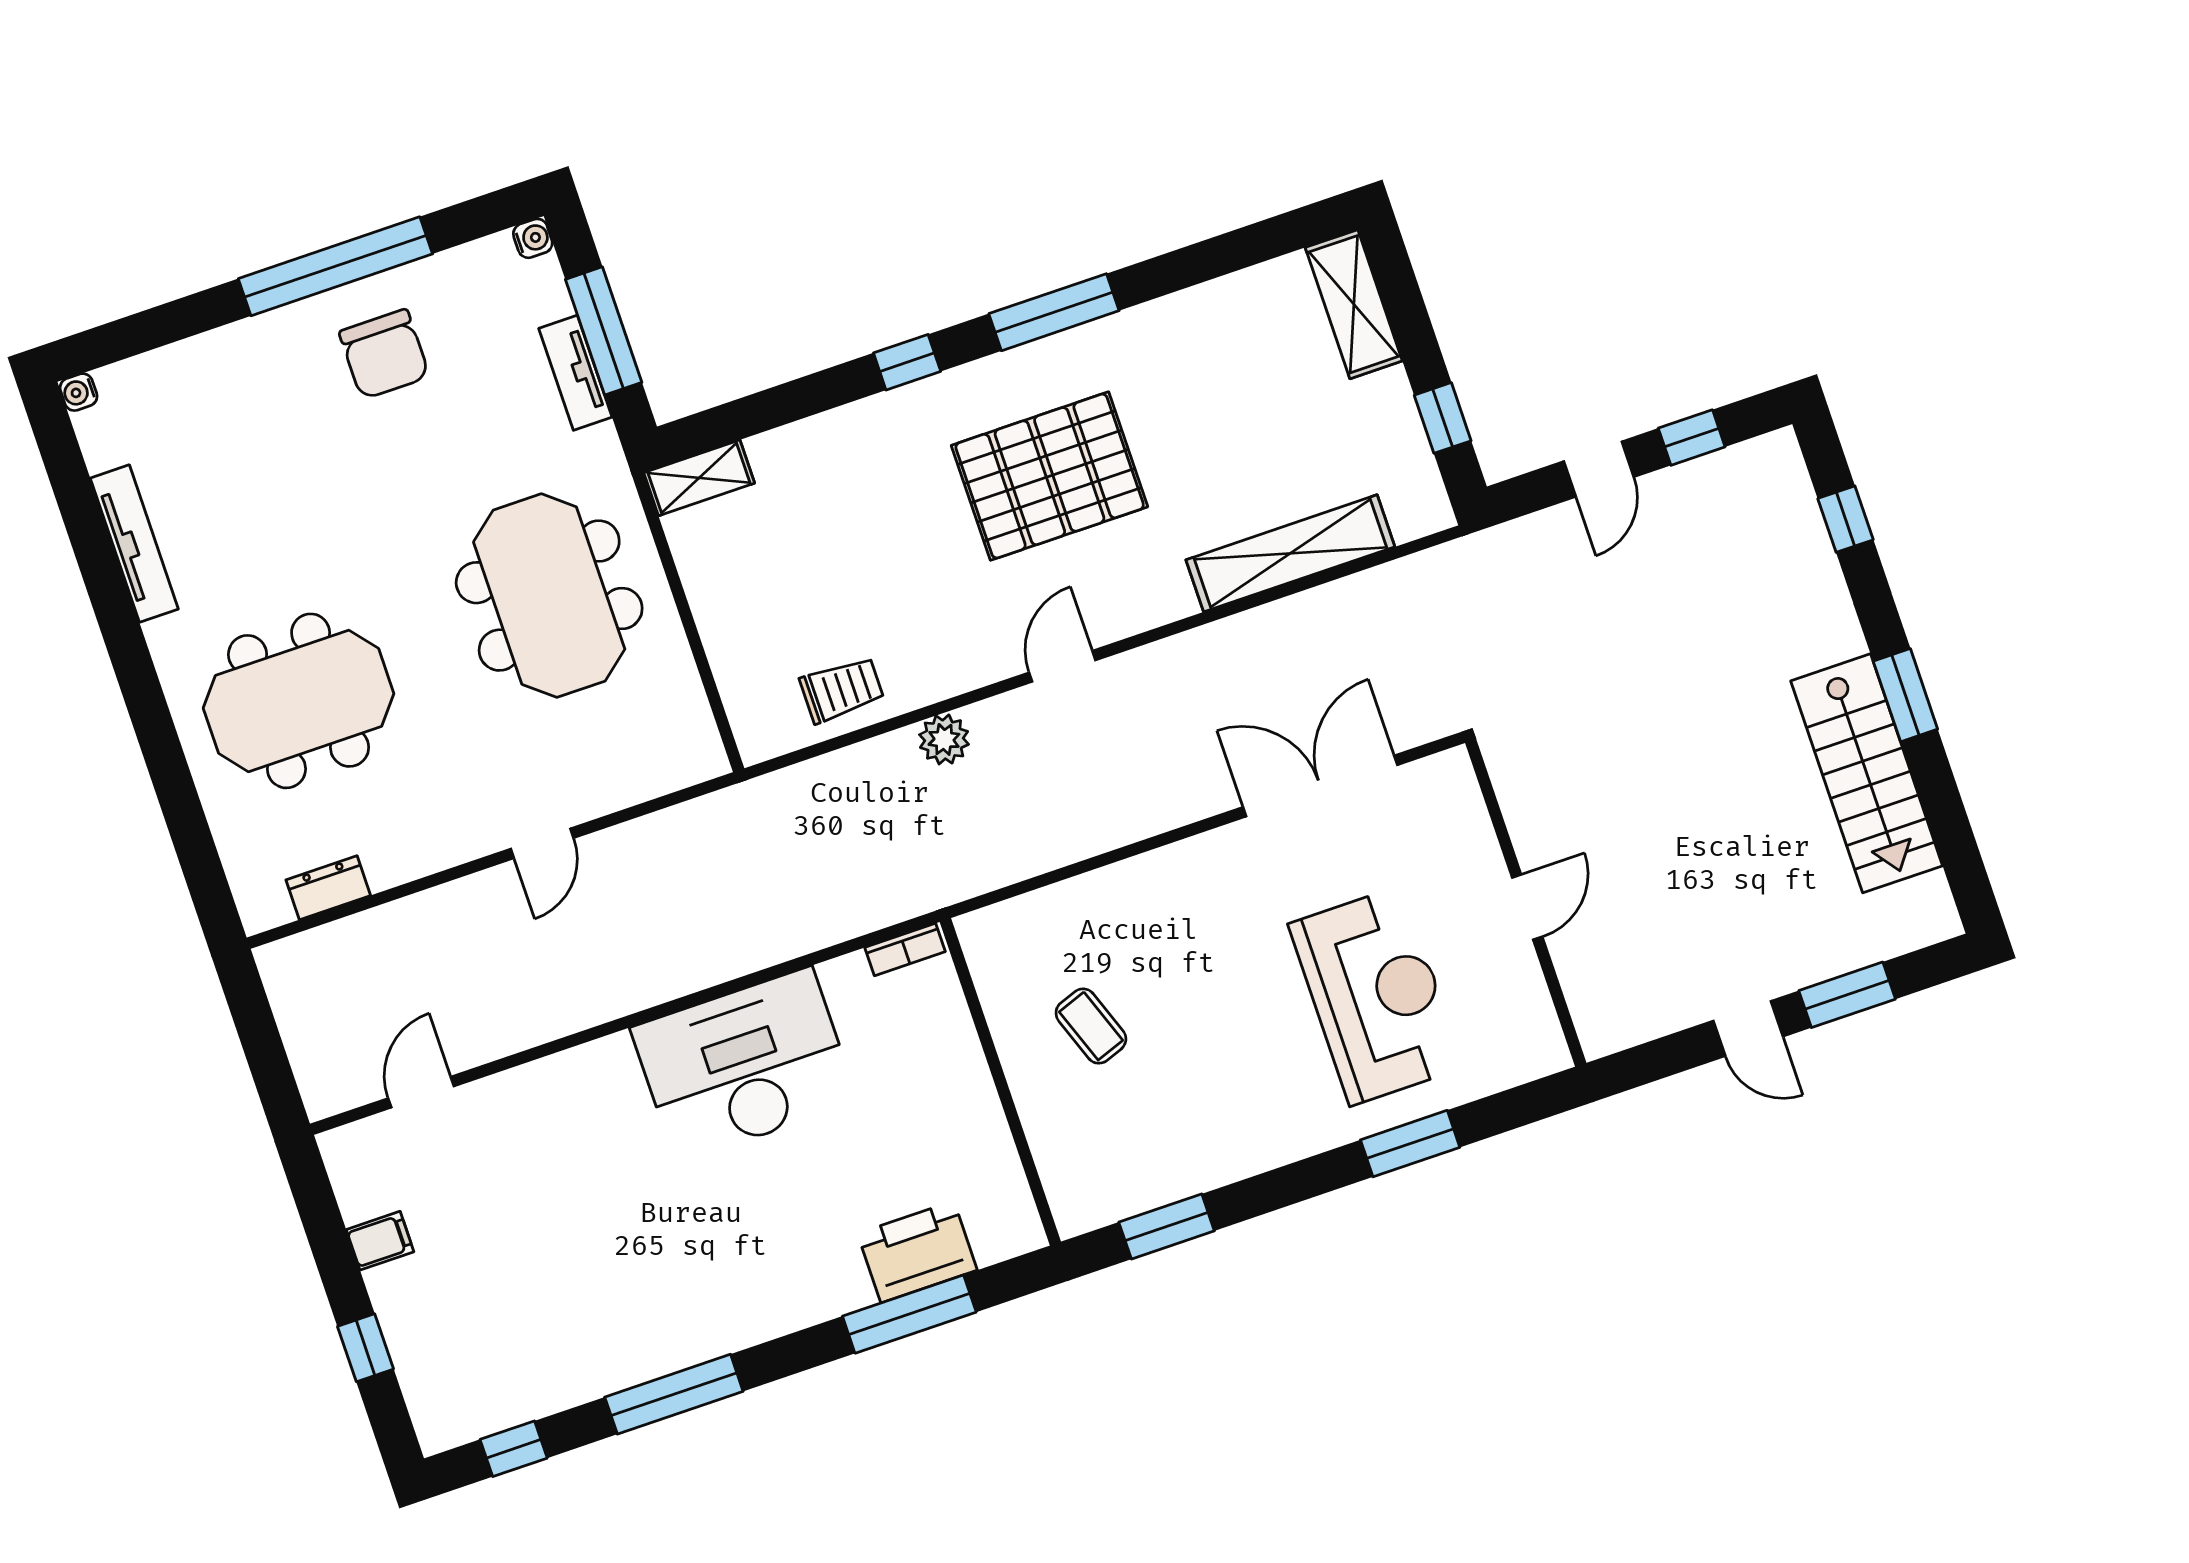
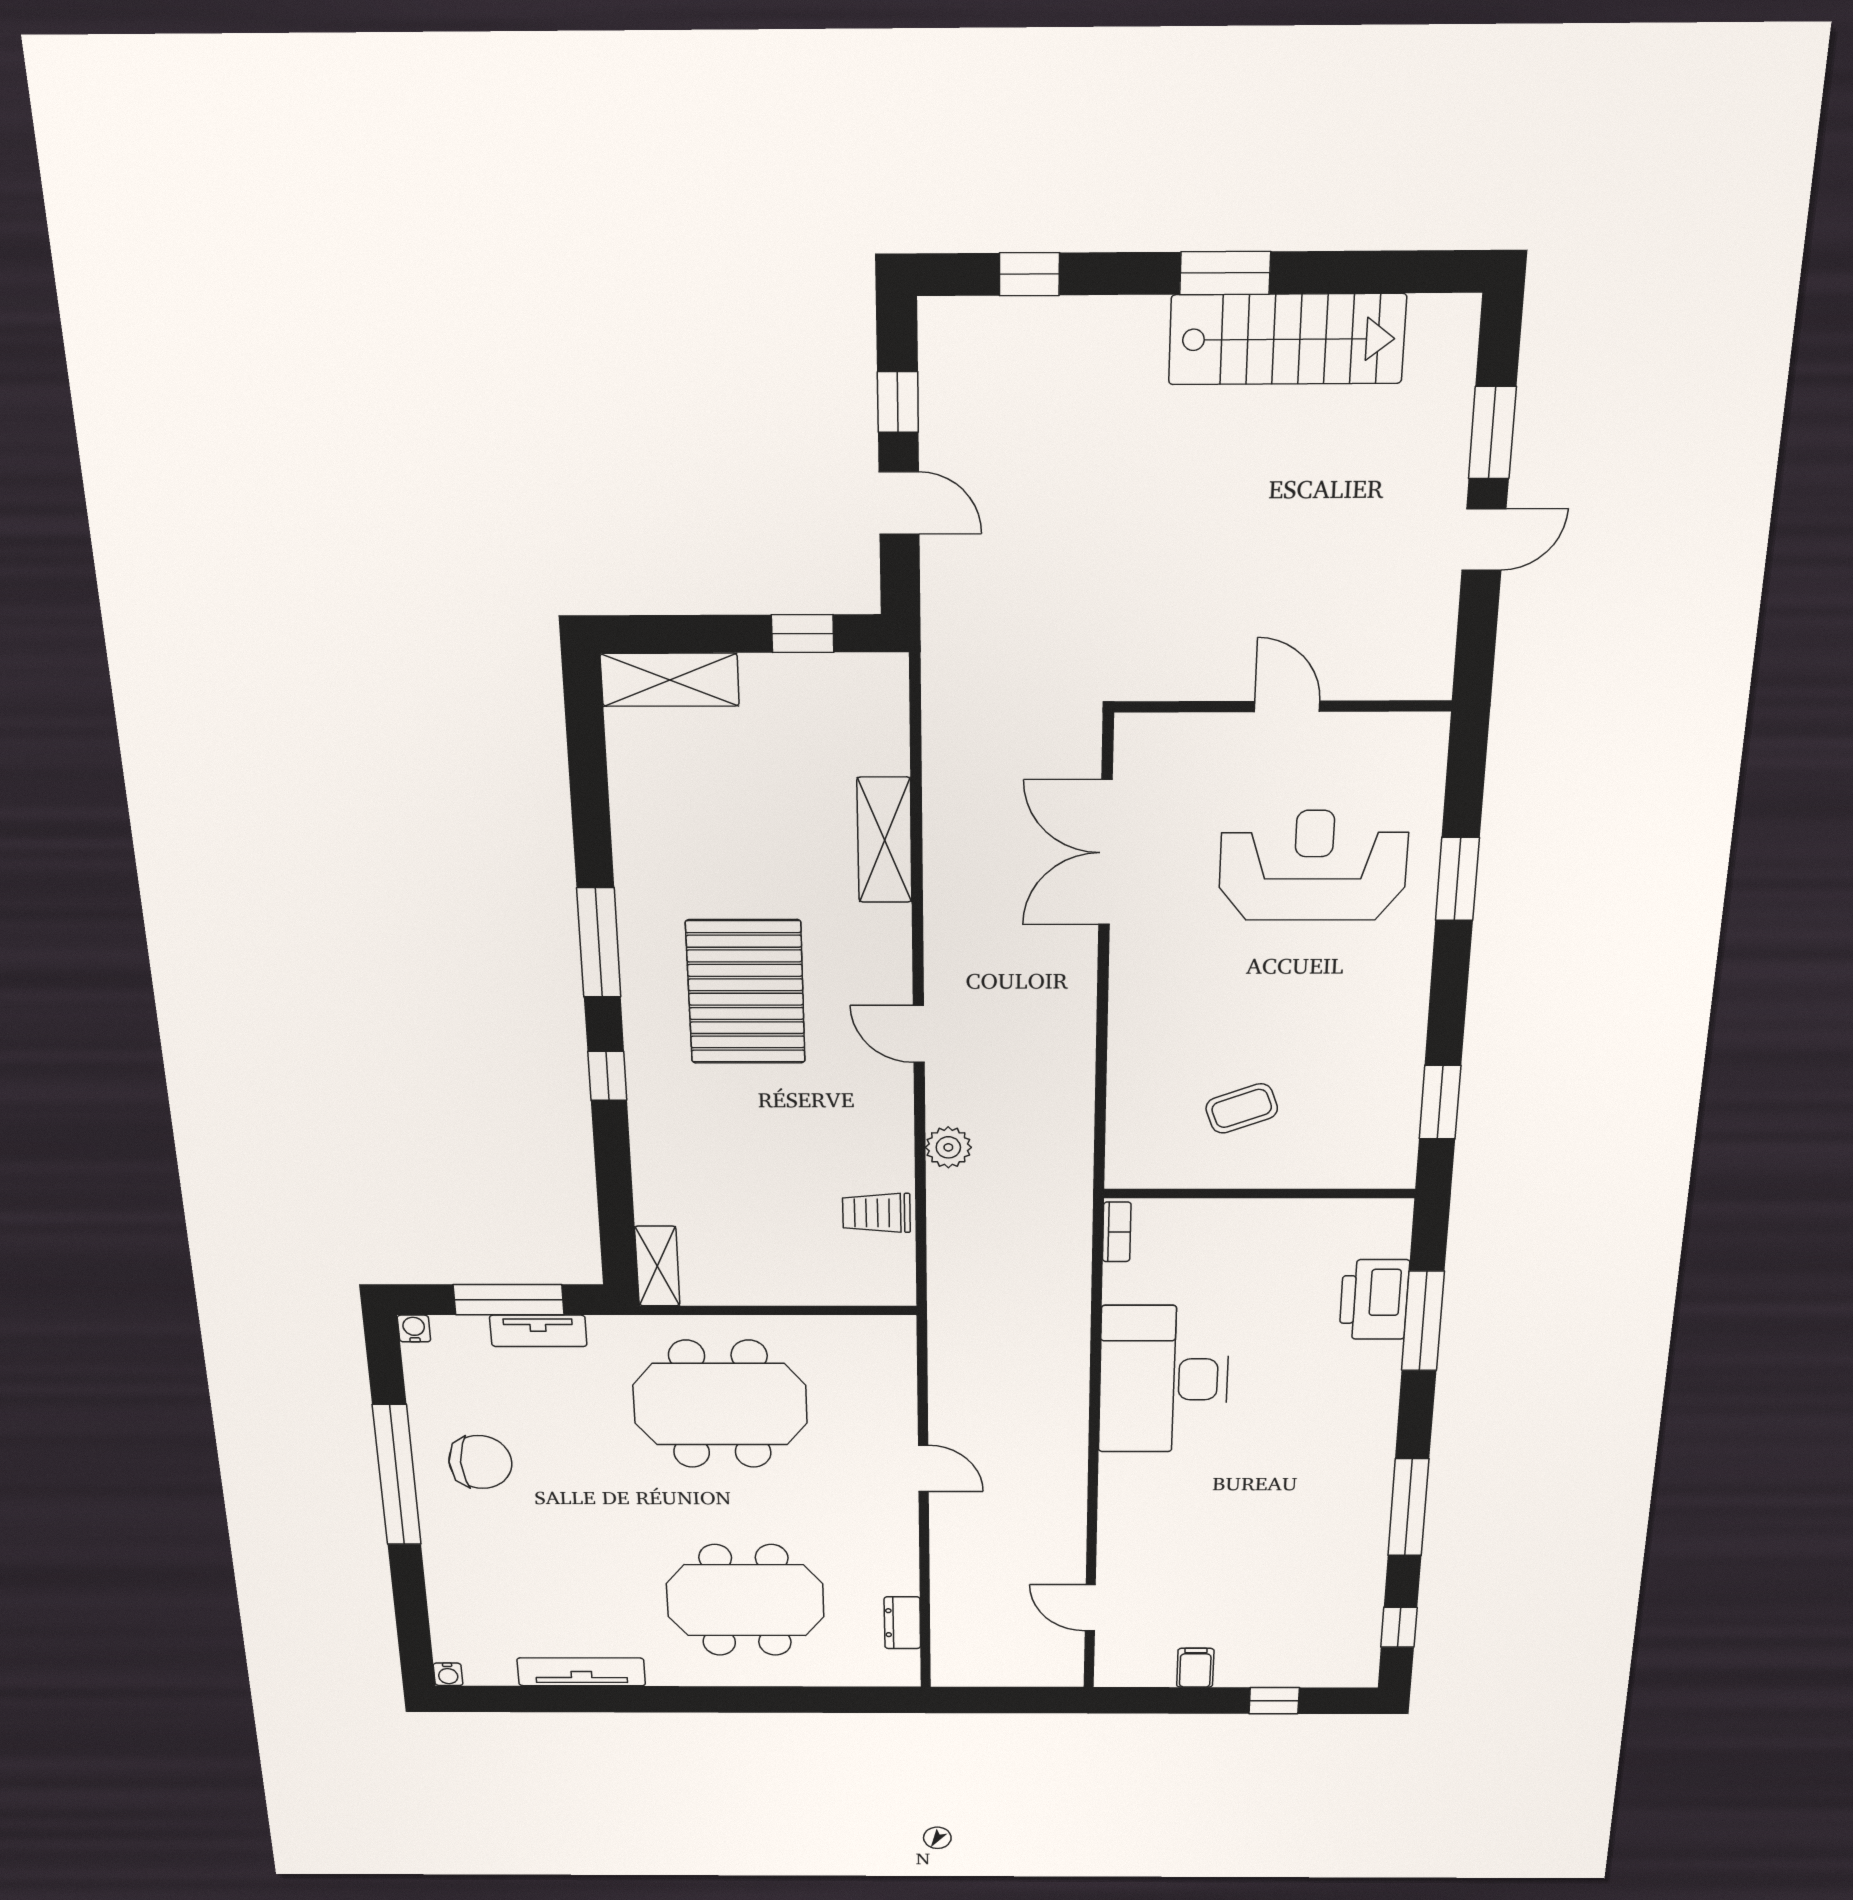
shelving: (1290, 553) -> (885, 840), width x0.68
trolley: (842, 690) -> (876, 1213), turned -90
meeting table: (299, 701) -> (745, 1600), turned 90

